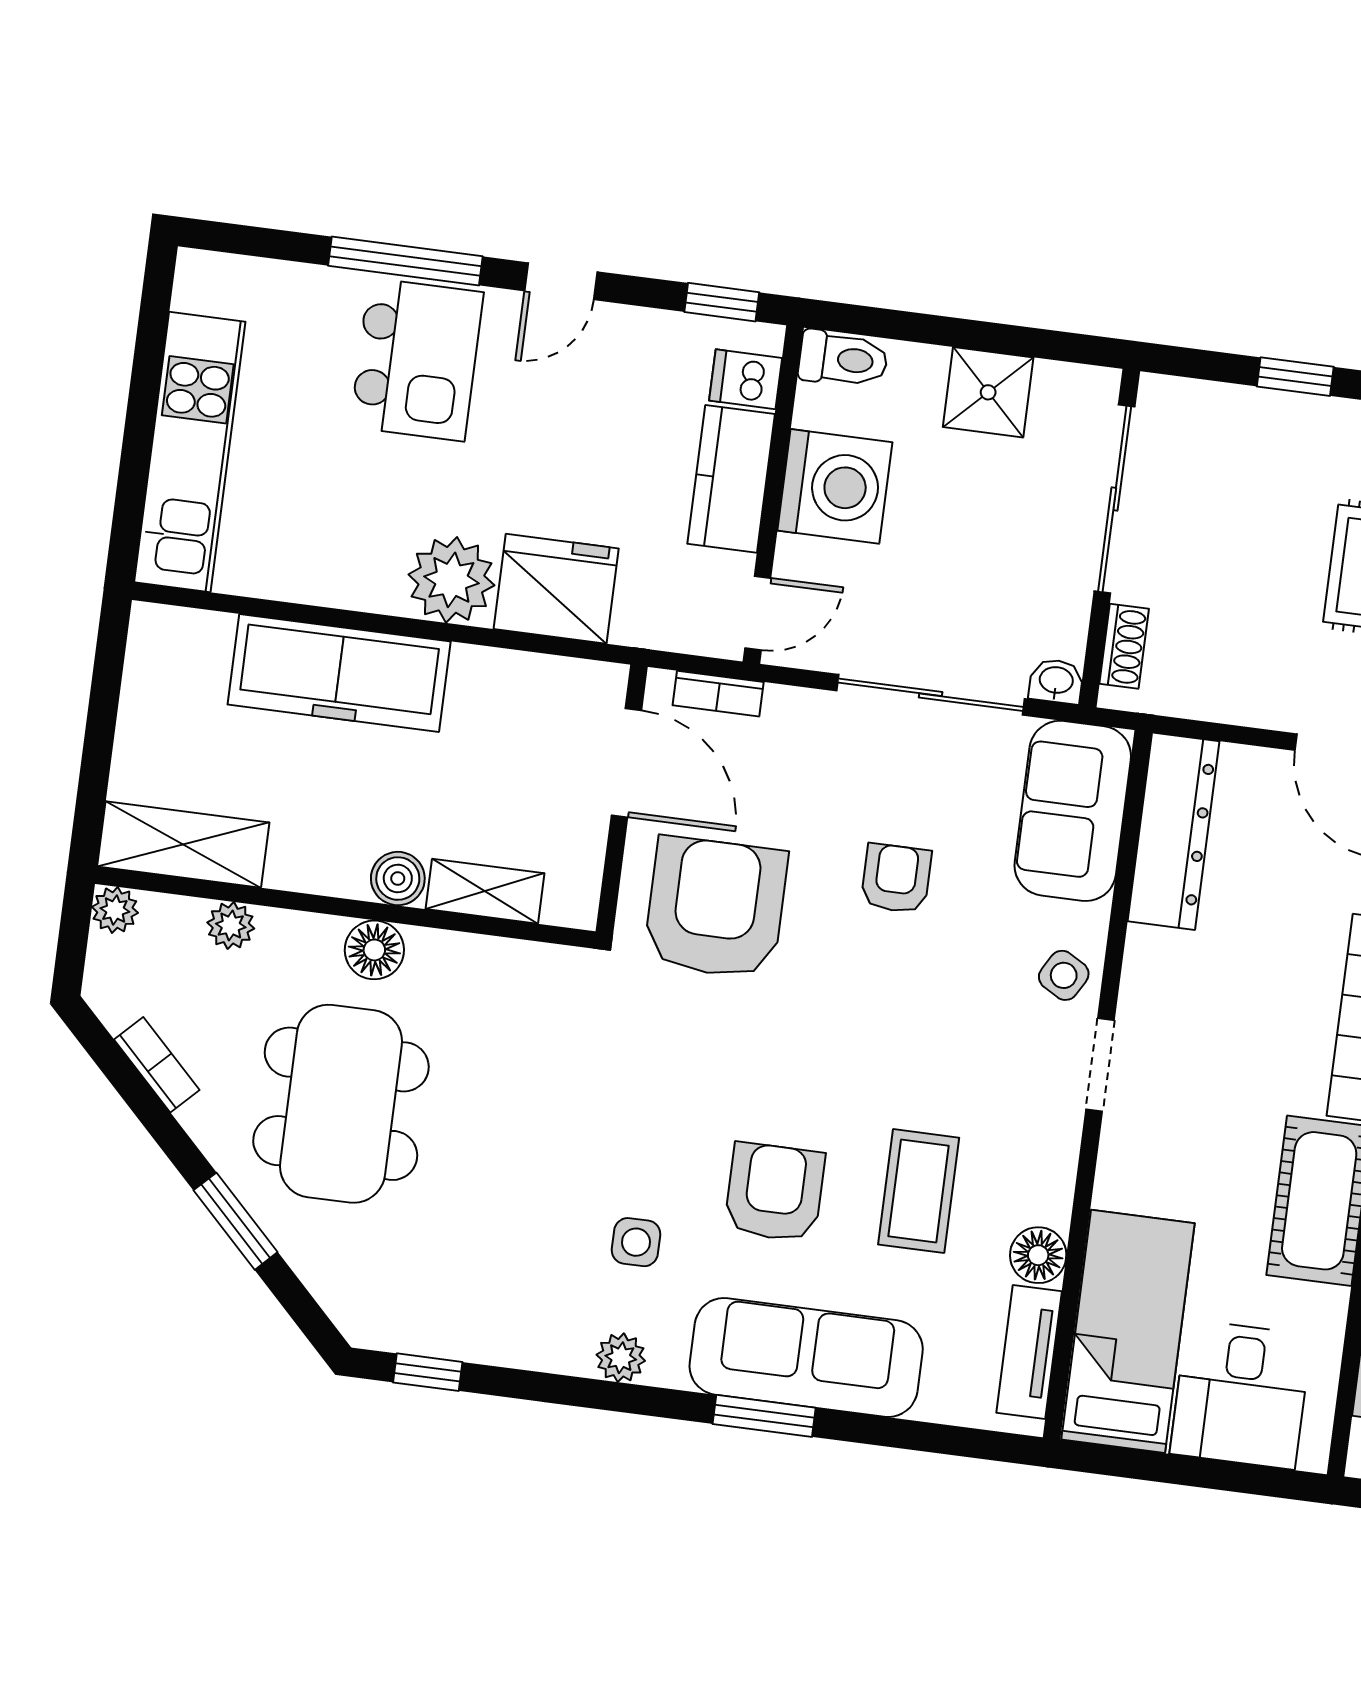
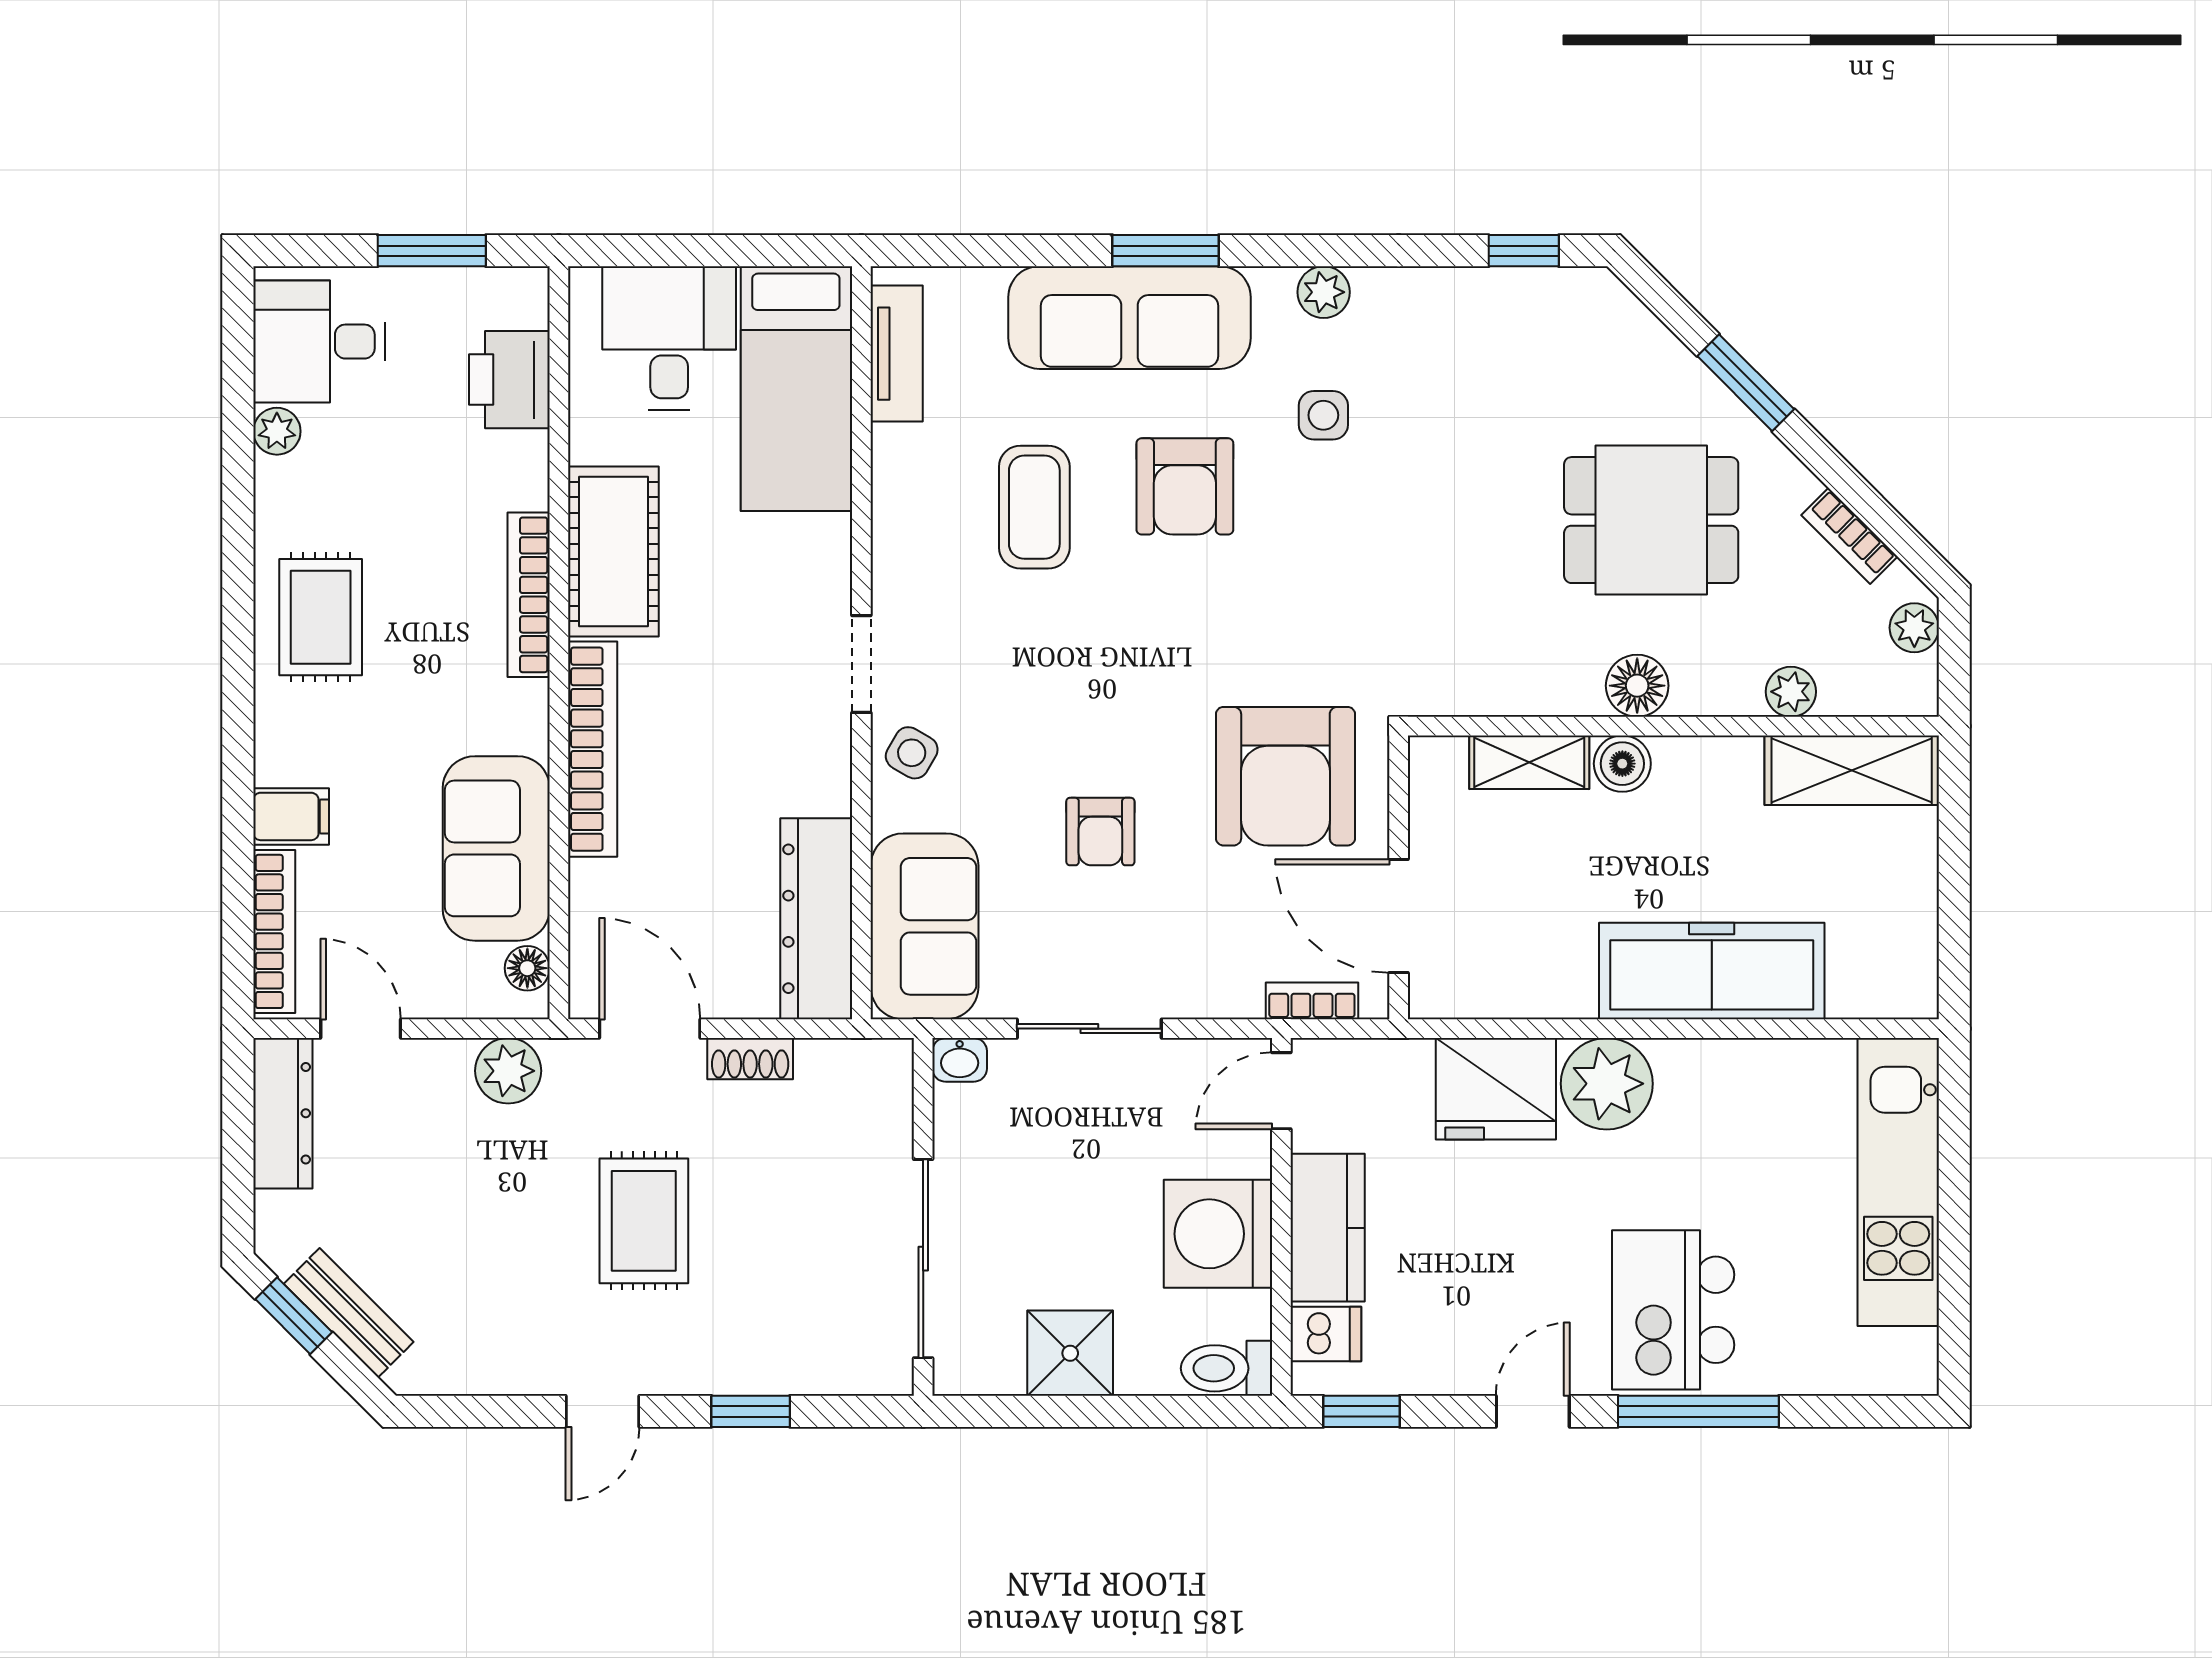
shoe rack: (1124, 646) -> (750, 1059), moved, turned -90
sliding door: (931, 695) -> (1089, 1029), width x0.73
plant: (115, 910) -> (1914, 628), moved
dining table: (341, 1104) -> (1651, 520), width x0.73
floor lamp: (1038, 1255) -> (900, 456), removed

